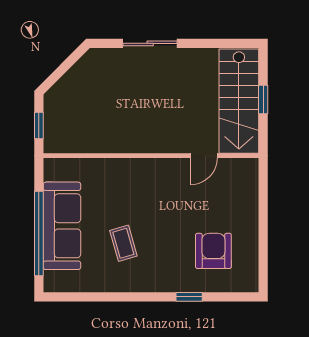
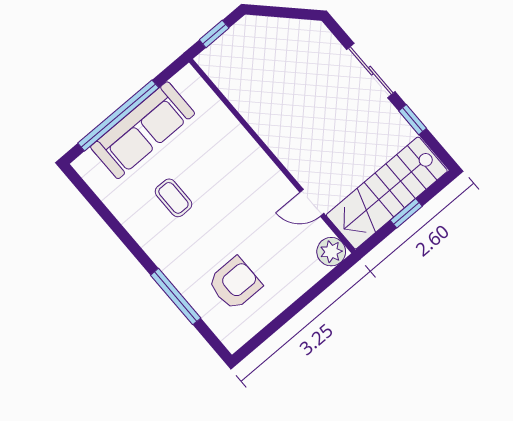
window: (205, 43) -> (413, 120), added
plant: (246, 170) -> (331, 252), added
coffee table: (123, 243) -> (173, 198), turned -74
window: (189, 297) -> (176, 297), width x2.17

